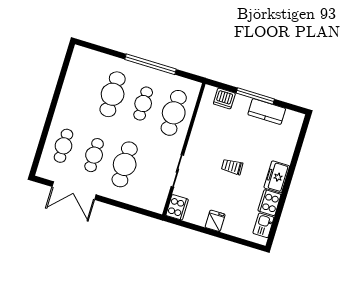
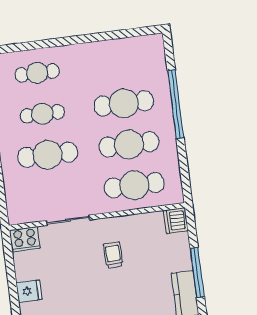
window: (151, 64) -> (176, 104), moved
dishwasher: (224, 99) -> (176, 221), moved
cafe table: (143, 104) -> (129, 144), width x1.37, depth x1.35
trolley: (232, 167) -> (113, 255), moved

